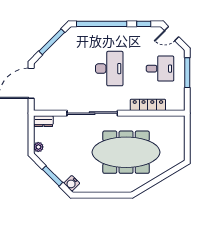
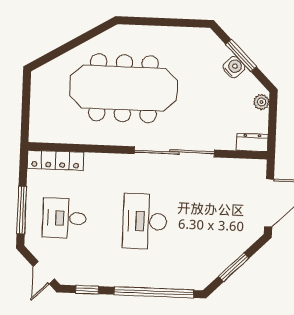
door: (172, 34) -> (44, 273), swing flipped
window: (52, 42) -> (234, 267), width x0.69
locker: (148, 105) -> (55, 160), moved
water cooler: (72, 183) -> (234, 67), moved

